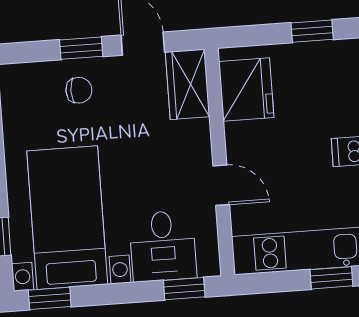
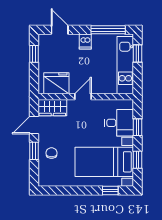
door: (221, 185) -> (83, 97), moved
window: (184, 289) -> (138, 127), moved
window: (50, 298) -> (138, 160), moved

